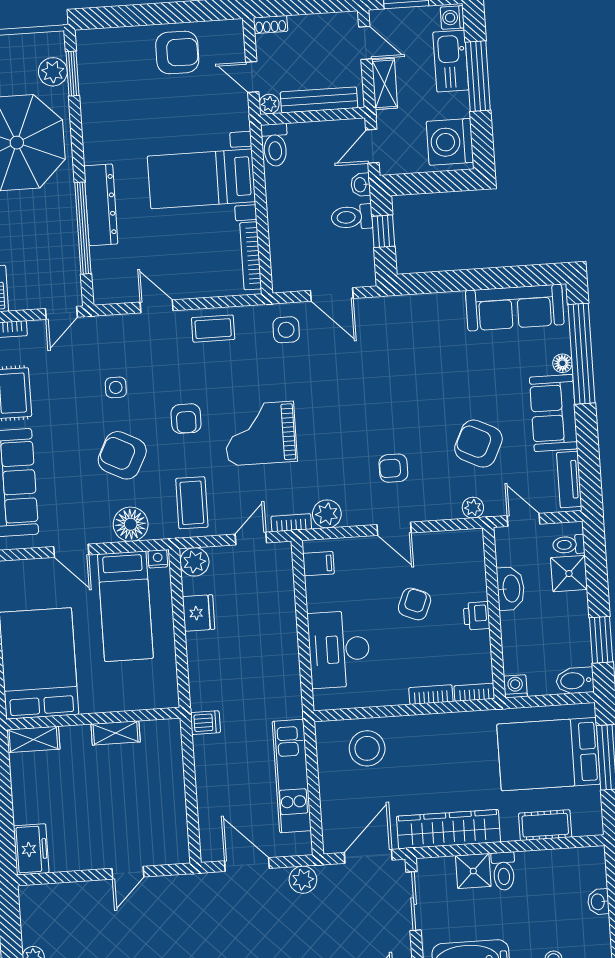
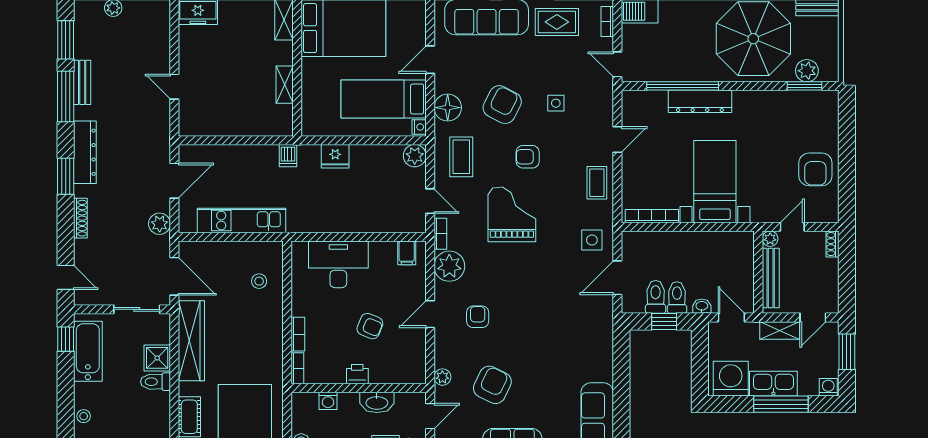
kitchen sink: (451, 61) -> (773, 384), moved
toilet: (275, 145) -> (656, 297), moved, turned 90
coffee table: (192, 503) -> (461, 157), turned 90
plant: (327, 514) -> (449, 266), width x1.36, depth x1.36
fridge: (199, 613) -> (335, 156), moved
washing machine: (515, 686) -> (328, 401), moved, turned 90
stool: (367, 748) -> (259, 281), width x0.53, depth x0.53

